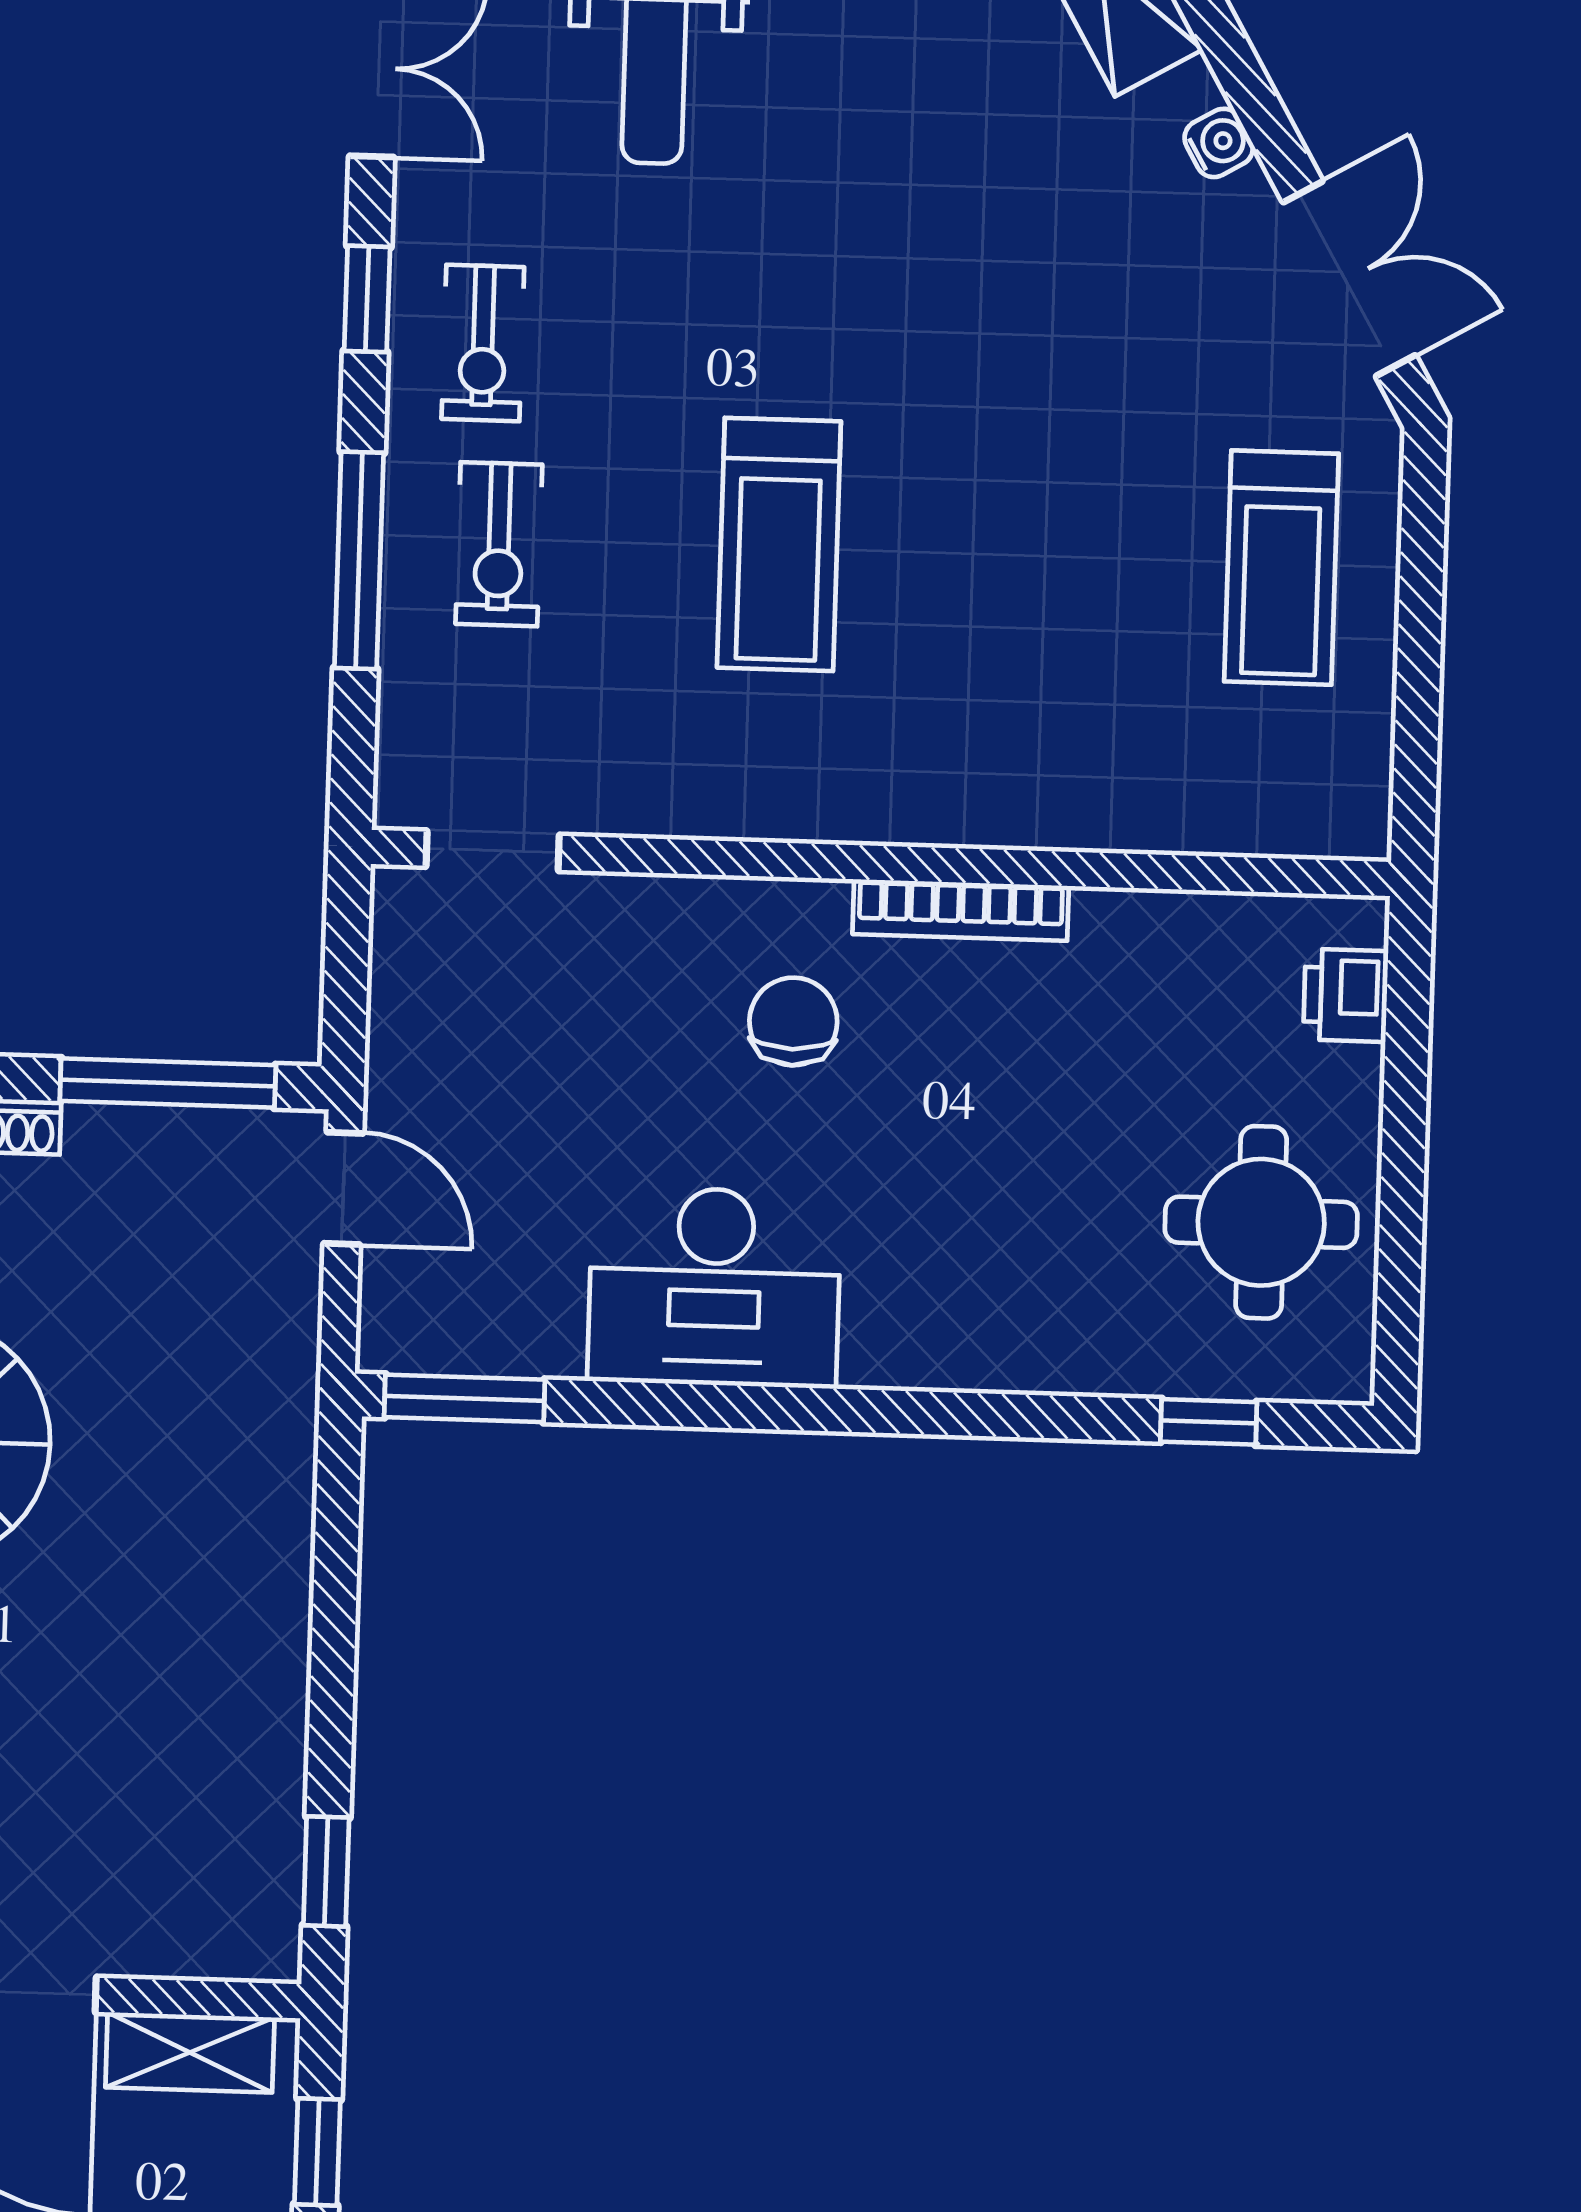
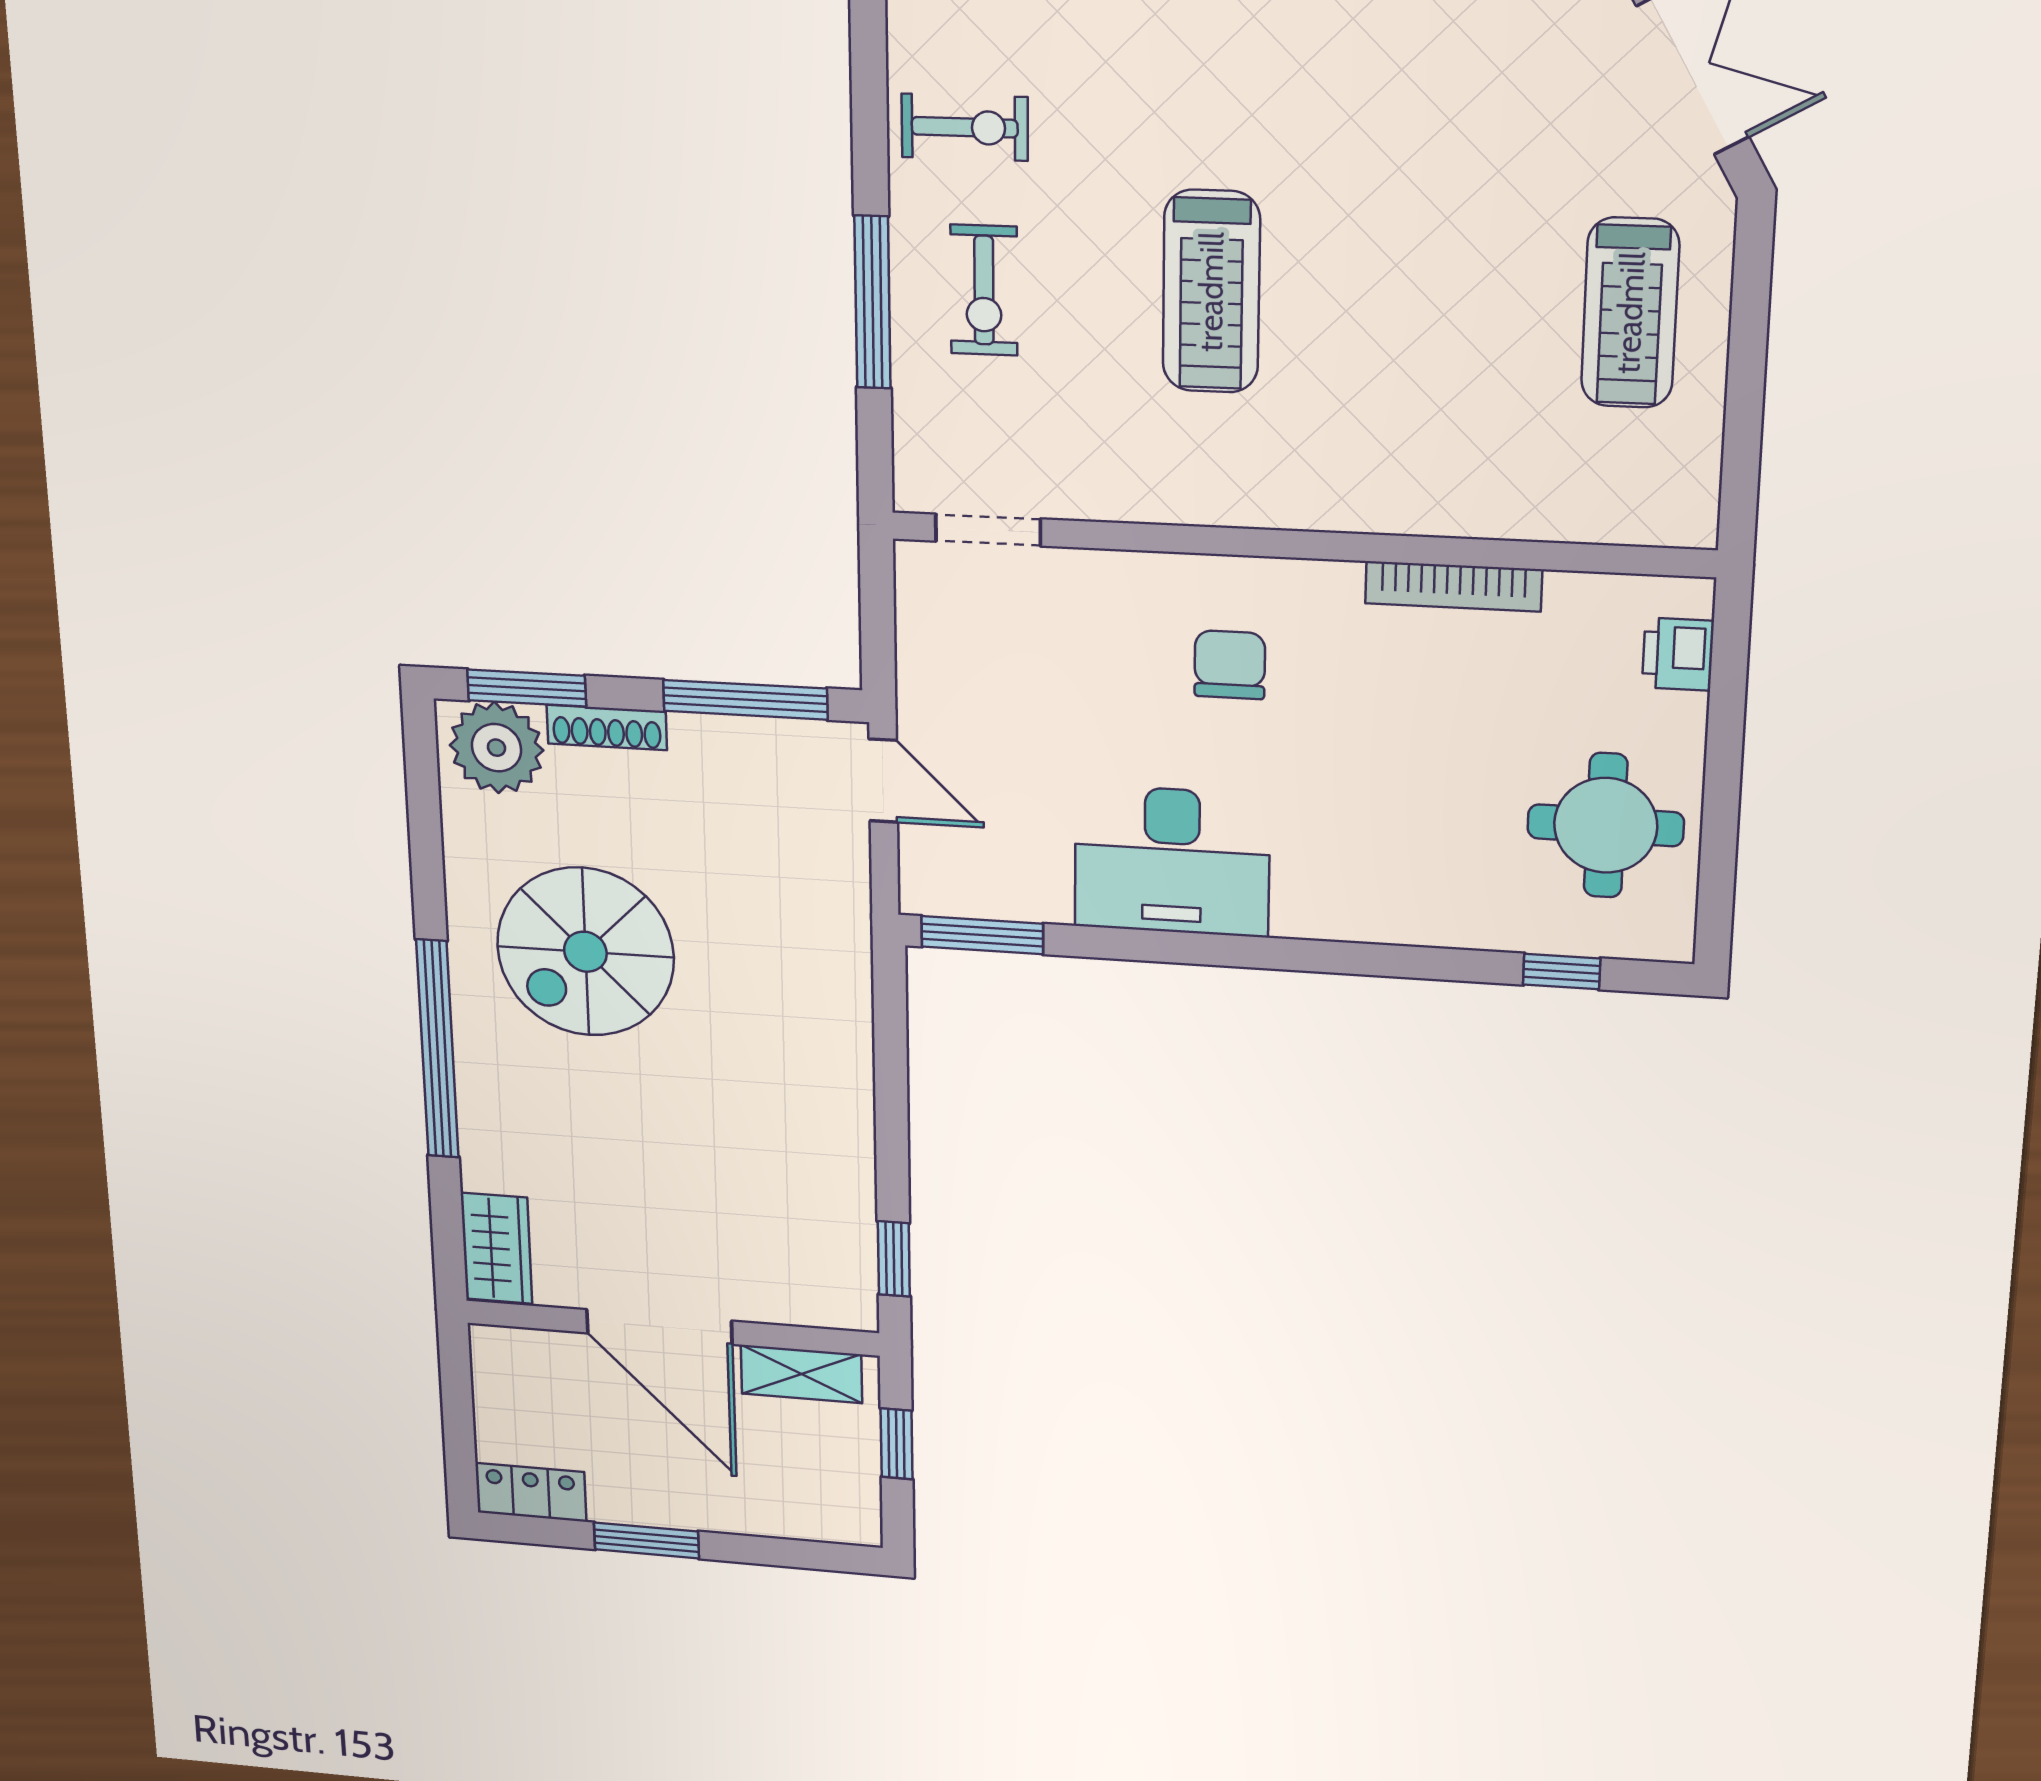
window: (367, 299) -> (869, 91), removed
exercise bike: (483, 343) -> (965, 127), turned -90
bookcase: (961, 910) -> (1453, 586), moved

